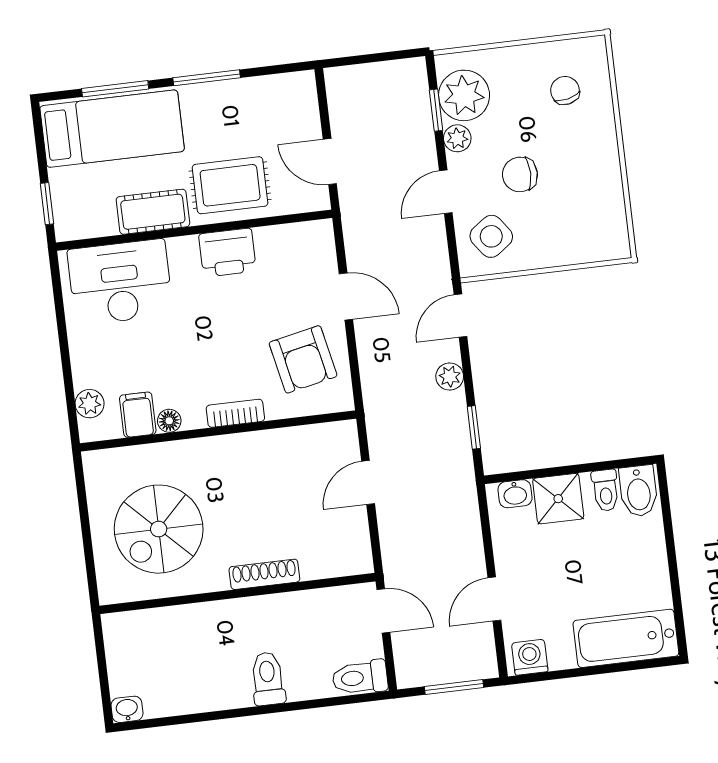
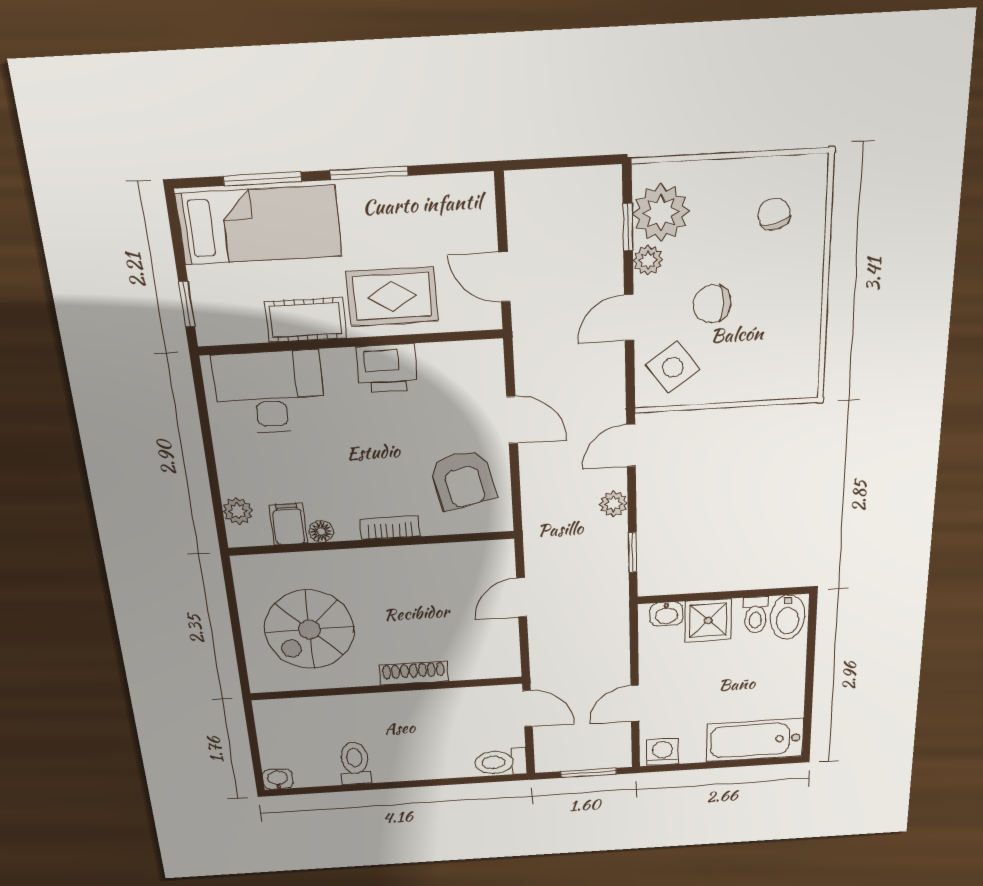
toilet: (268, 679) -> (355, 763), moved

